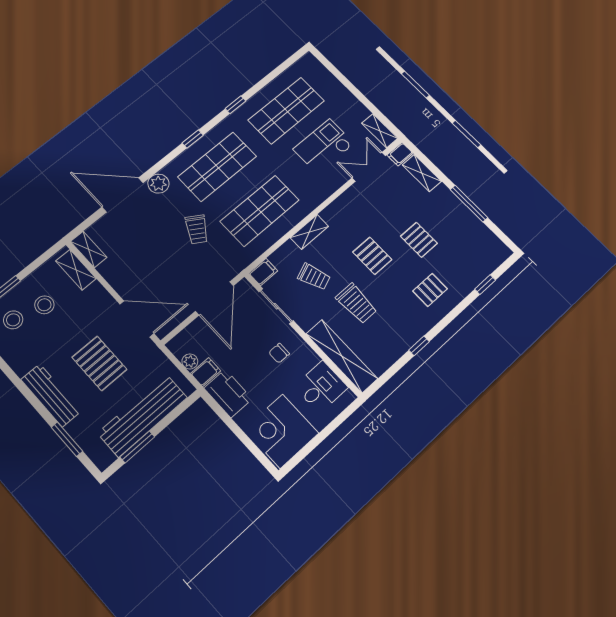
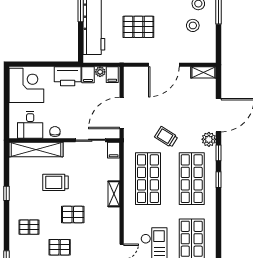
window: (235, 105) -> (219, 153), moved
shelving: (76, 270) -> (198, 57), removed
trolley: (314, 277) -> (88, 174), removed
pallet: (430, 290) -> (29, 227), turned 90
door: (214, 298) -> (122, 113), hinge flipped
door: (137, 319) -> (164, 65), moved
filing cabinet: (181, 345) -> (112, 75), added
chair: (279, 353) -> (55, 132), moved

